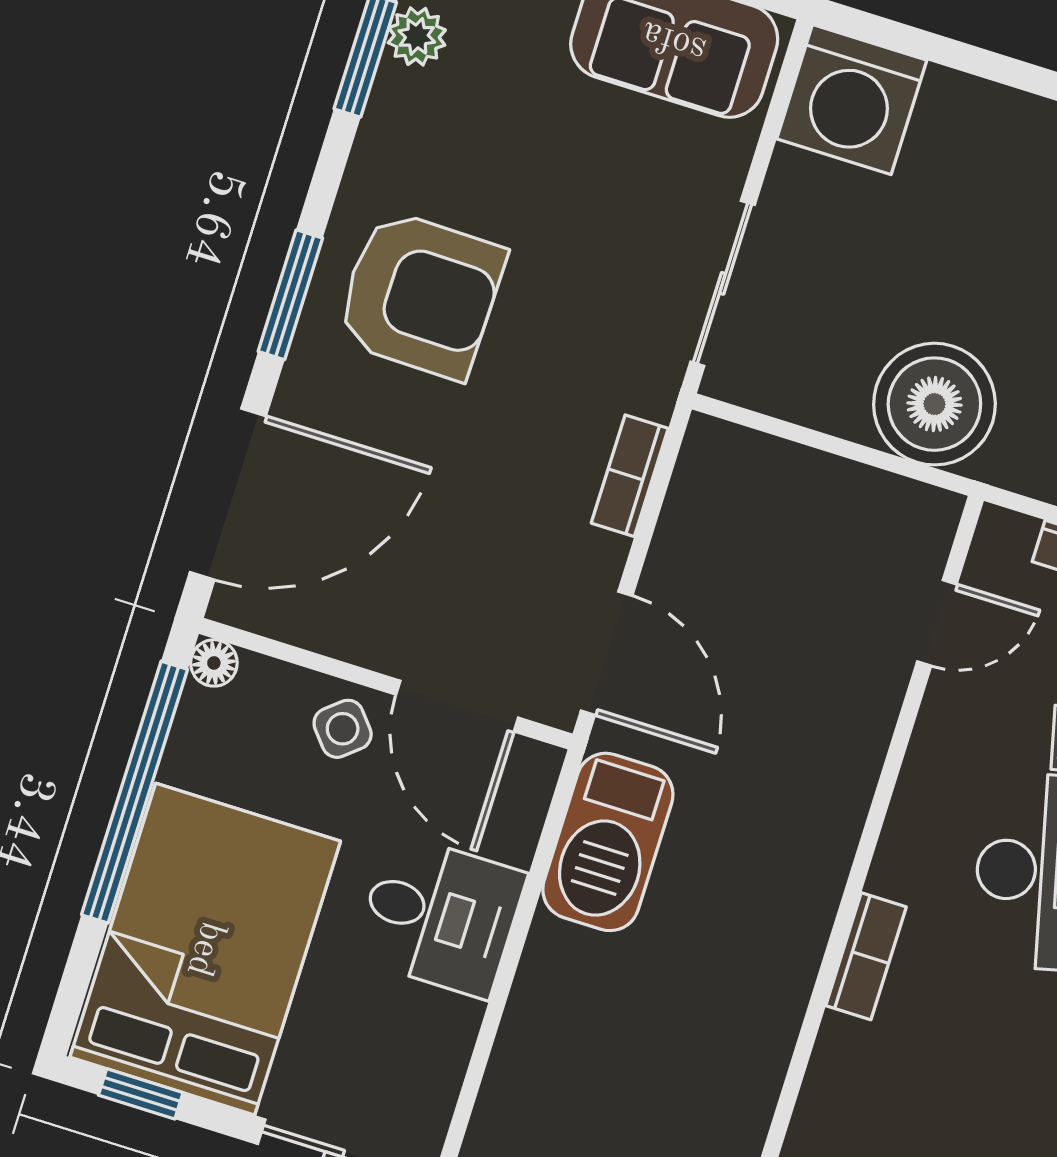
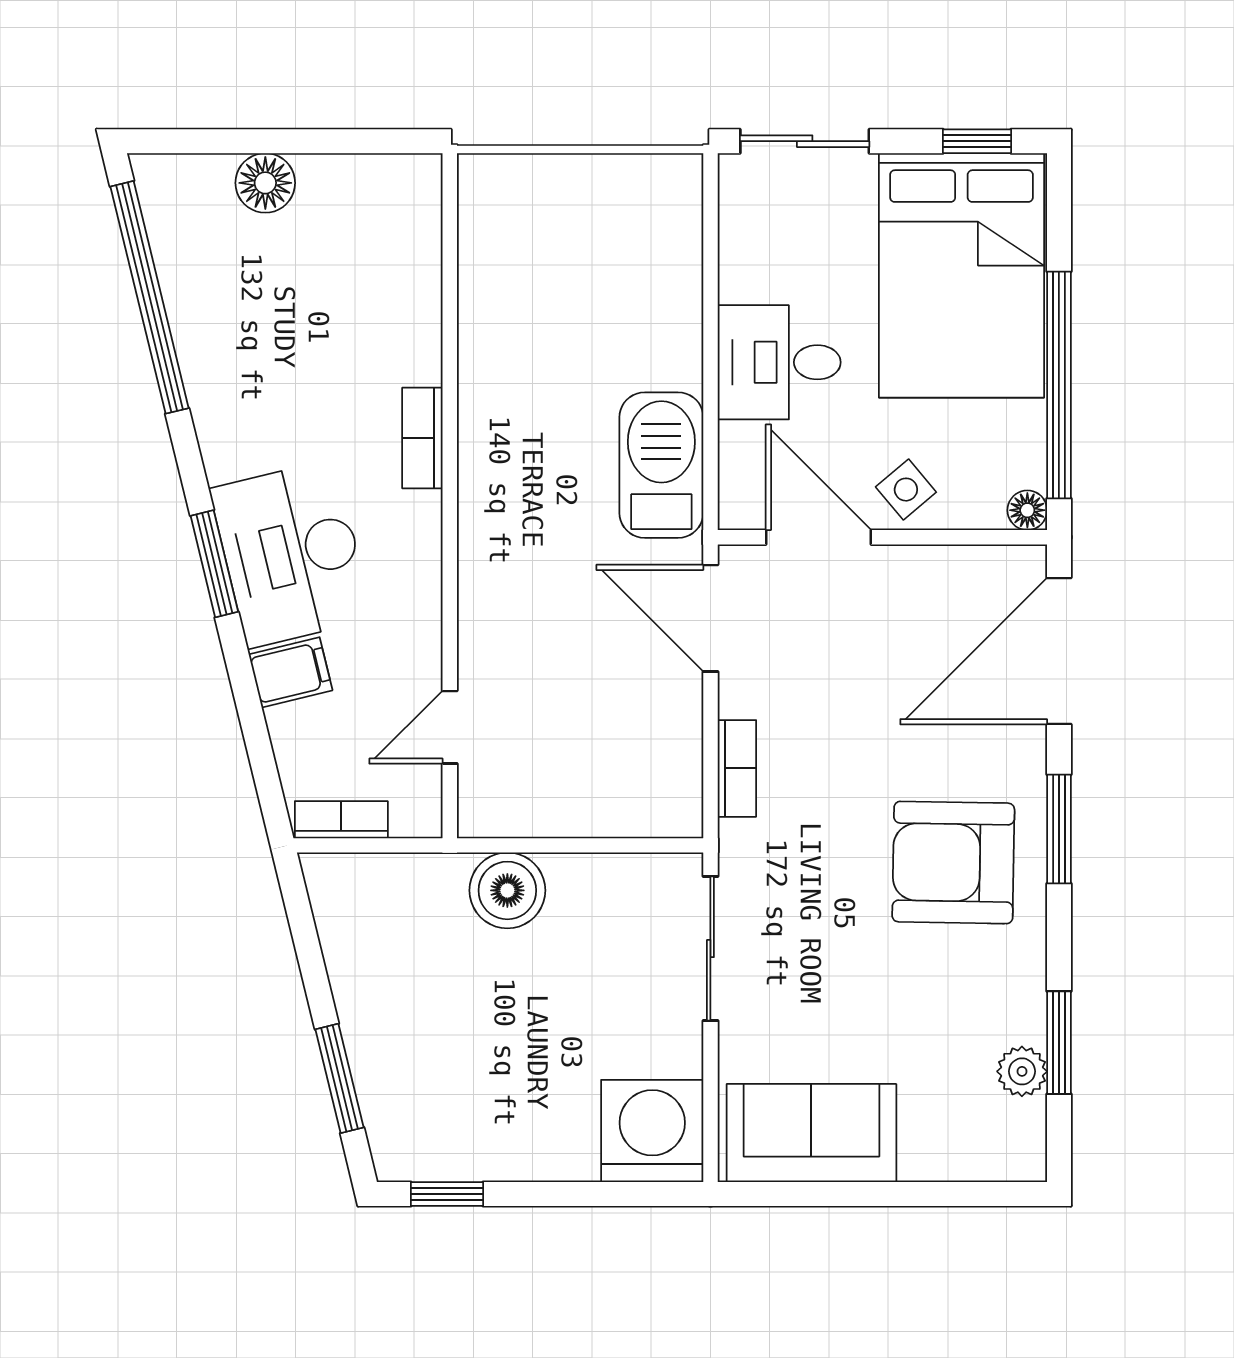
boiler: (934, 404) -> (507, 890), width x0.73, depth x0.73

